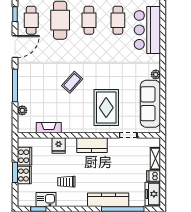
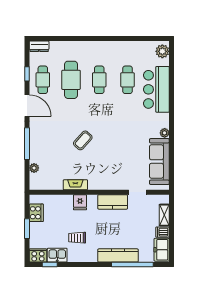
door: (15, 47) -> (27, 106), hinge flipped
rug: (106, 108) -> (116, 165), removed
fireplace: (49, 128) -> (75, 185), moved
fridge: (59, 145) -> (80, 202), moved
kitchen counter: (92, 145) -> (113, 202), moved
cooker: (24, 175) -> (38, 255), moved, turned -90

